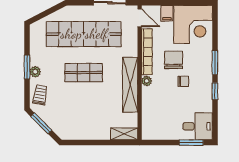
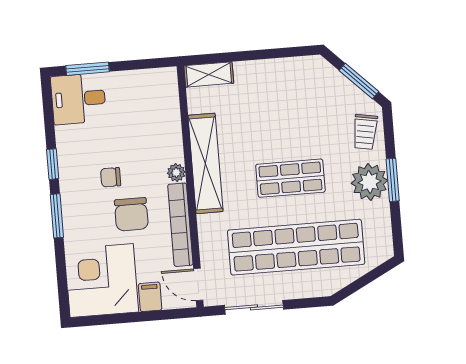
plant: (35, 72) -> (369, 182), width x1.88, depth x1.88

